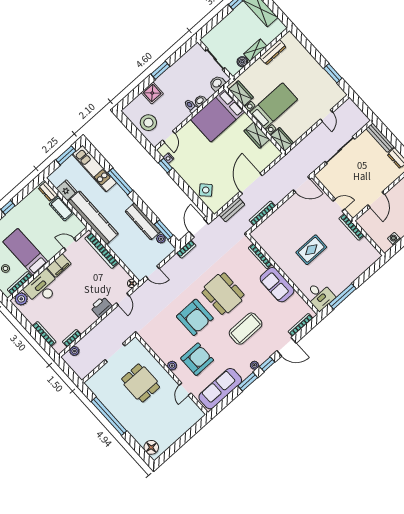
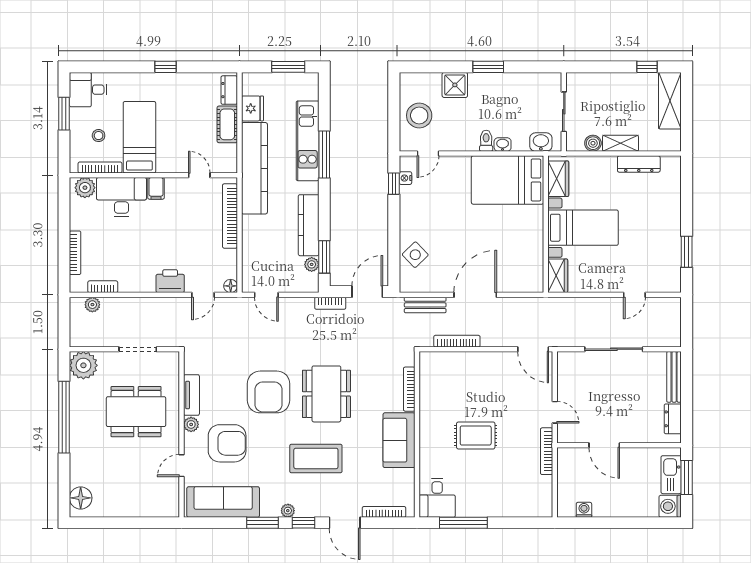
wardrobe: (257, 135) -> (533, 244), removed
kitchen unit: (94, 169) -> (308, 141), moved
door: (376, 200) -> (604, 445), hinge flipped
filing cabinet: (59, 266) -> (156, 188), width x0.50
tv unit: (160, 352) -> (191, 395), added
dining table: (141, 383) -> (136, 412), width x1.38
plant: (96, 384) -> (83, 365), added

